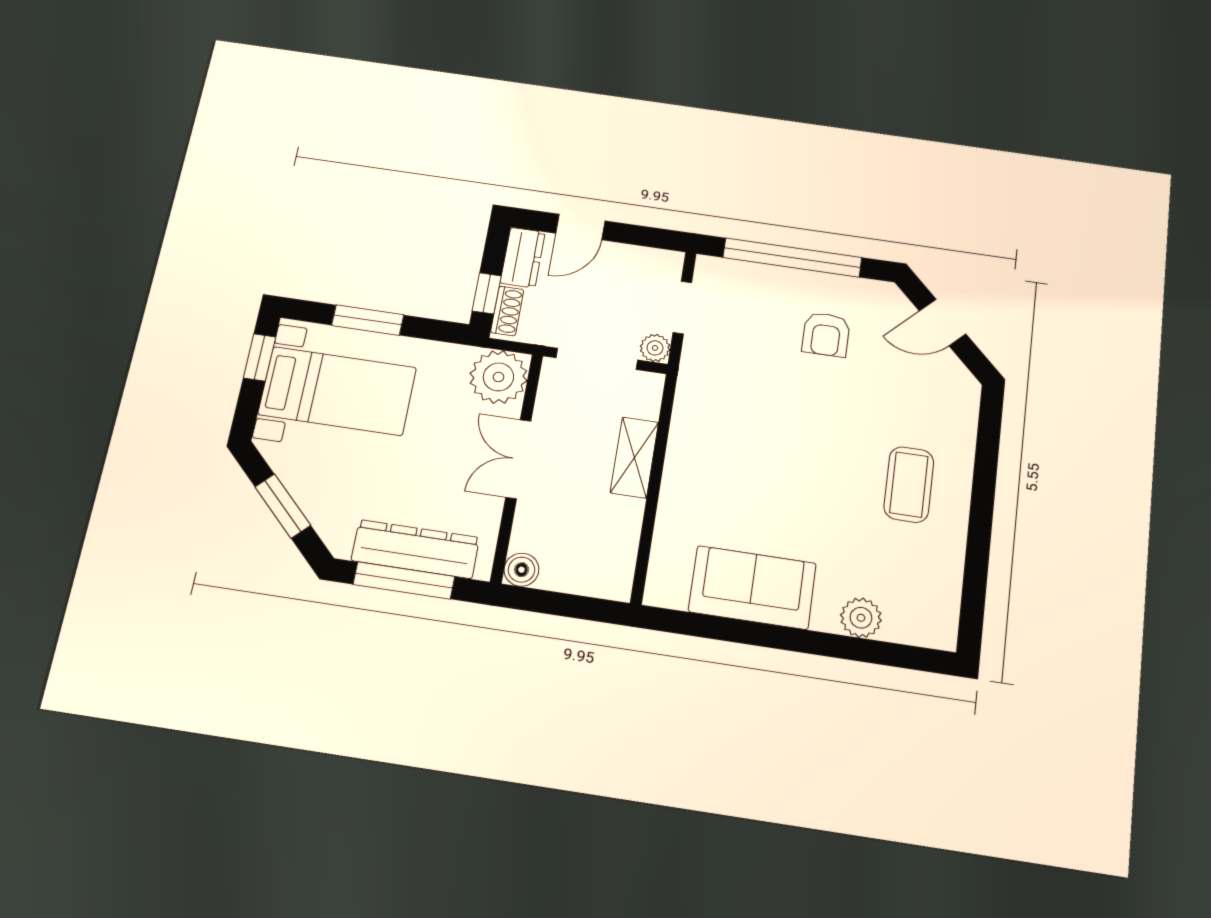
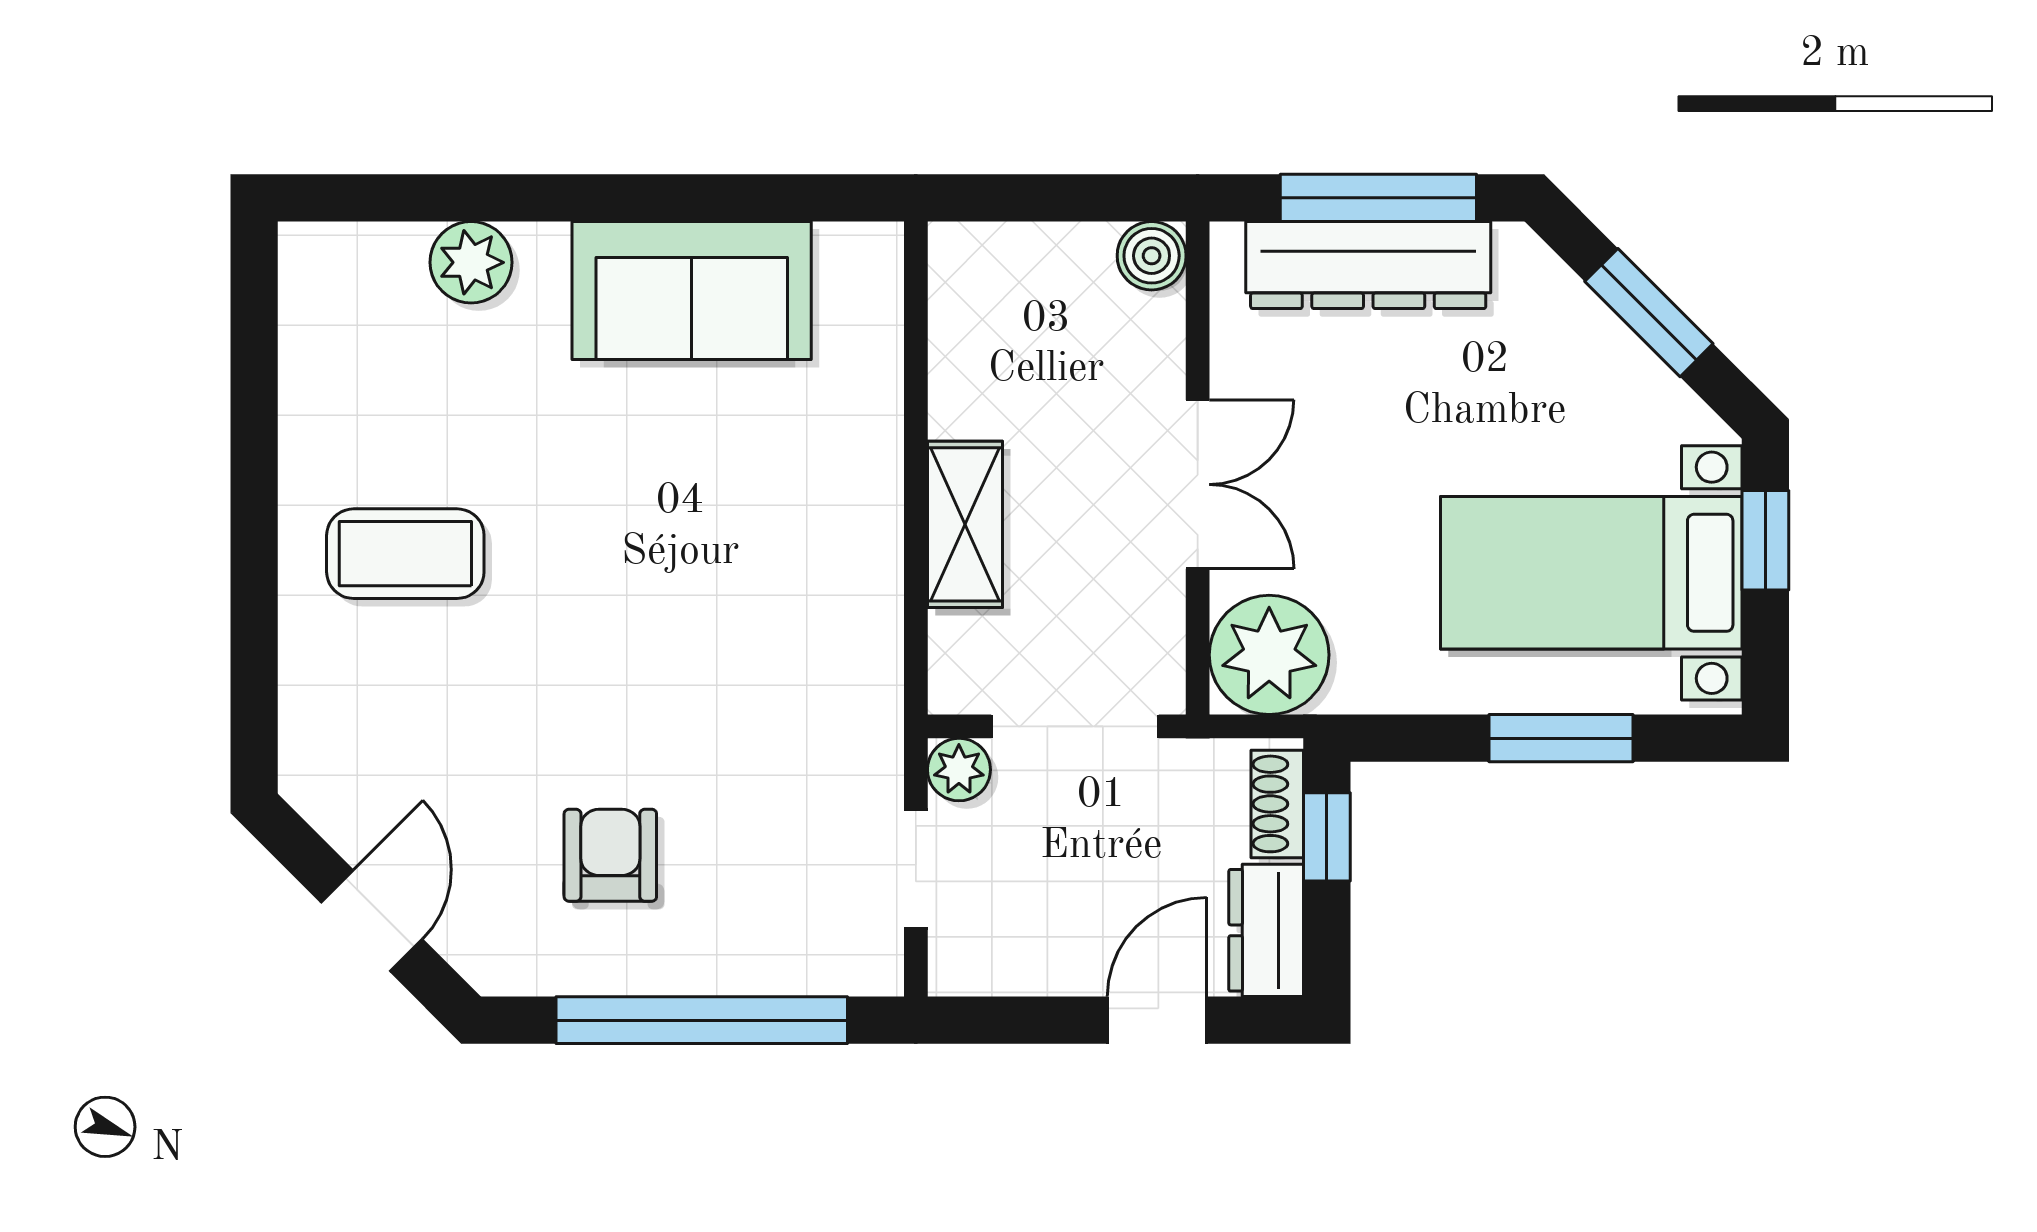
door: (943, 322) -> (372, 921), hinge flipped
window: (259, 357) -> (1765, 540), moved
coffee table: (909, 484) -> (405, 554), turned 90

